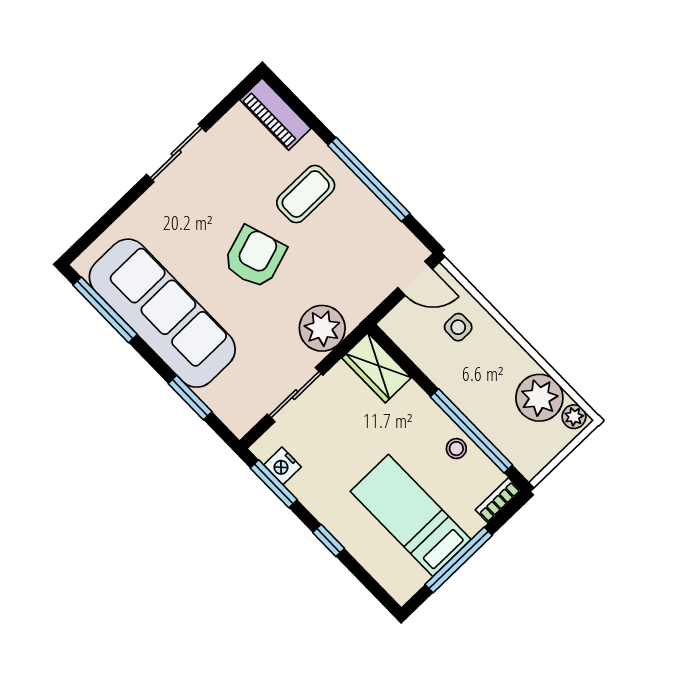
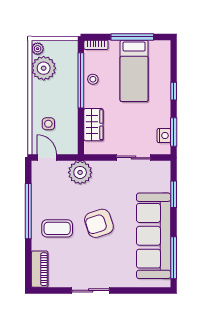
plant: (322, 328) -> (80, 172), moved
wardrobe: (377, 368) -> (93, 125), moved

